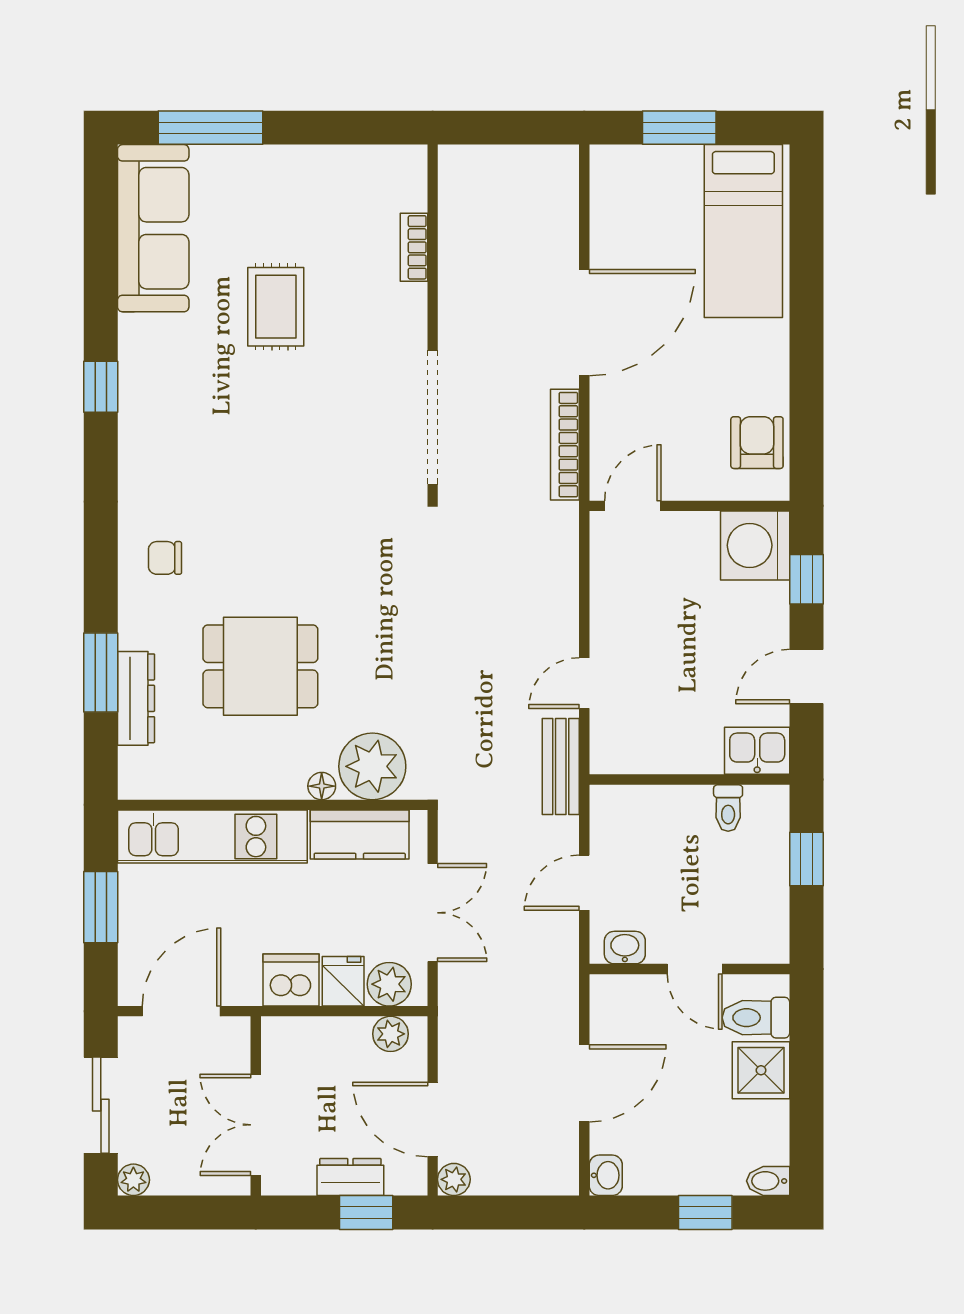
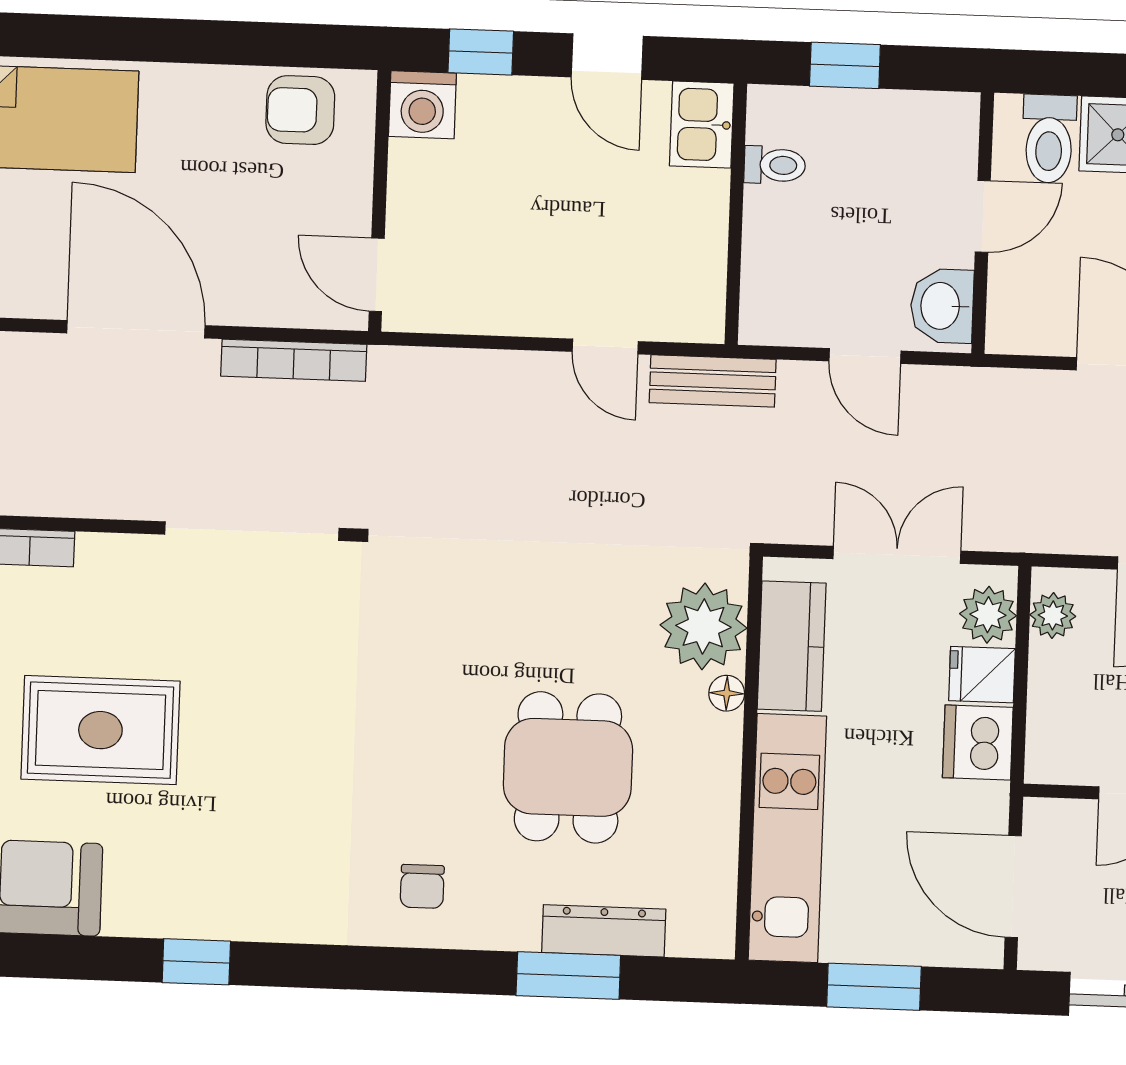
rug: (276, 307) -> (100, 730), width x1.36, depth x1.43
washing machine: (755, 545) -> (422, 105), width x0.73, depth x0.73
washbasin: (625, 948) -> (942, 306), width x1.38, depth x1.45

